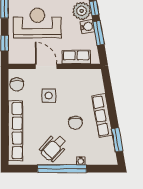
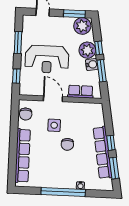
reception desk: (37, 23) -> (47, 59), turned 180
window: (112, 112) -> (111, 143), added
row of seats: (102, 116) -> (103, 153), width x1.36
chair: (75, 123) -> (67, 144), moved
wheelchair: (53, 148) -> (56, 173), removed

